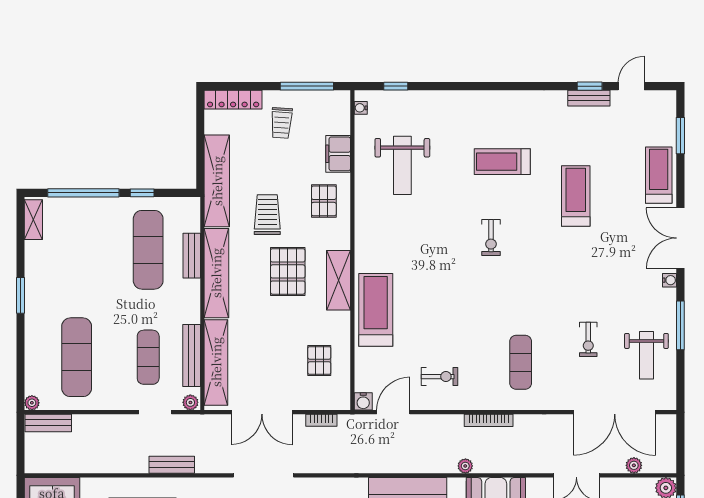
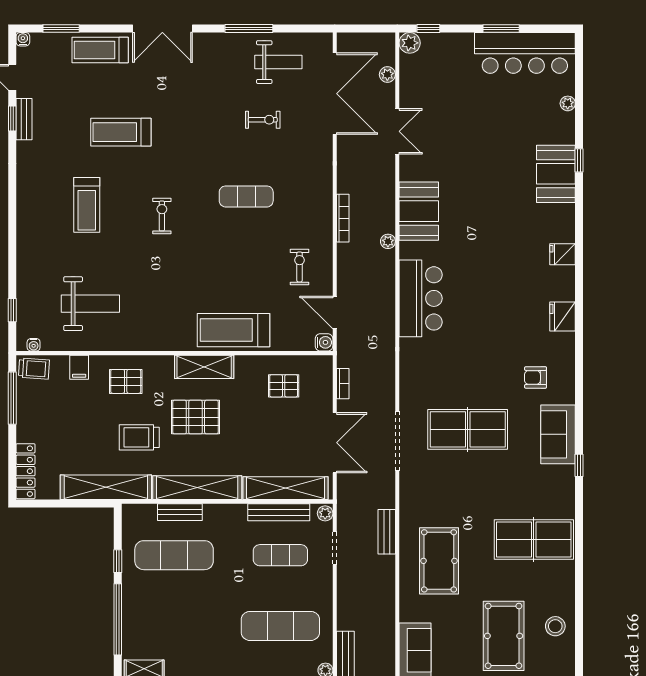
trolley: (281, 123) -> (34, 369), moved
filing cabinet: (338, 154) -> (79, 367), width x0.50
exercise bike: (491, 238) -> (162, 216), turned -90
water cooler: (670, 280) -> (23, 39), moved
exercise mat: (521, 362) -> (246, 196), moved

